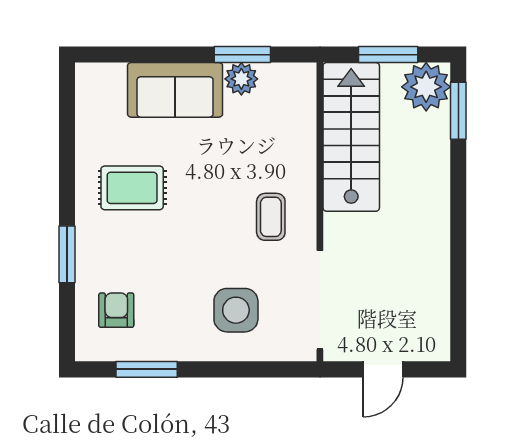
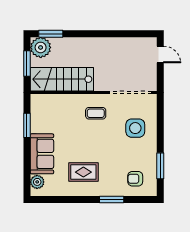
plant: (241, 79) -> (37, 182), moved
rug: (132, 188) -> (83, 172), turned 90
door: (383, 369) -> (160, 55), moved

